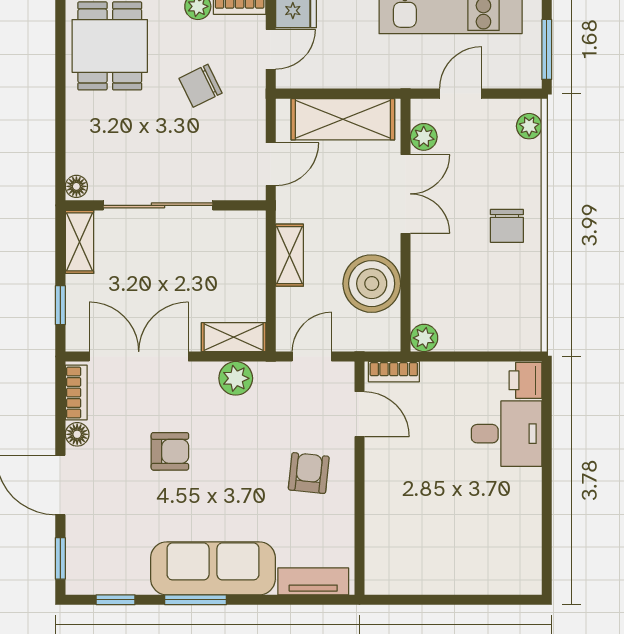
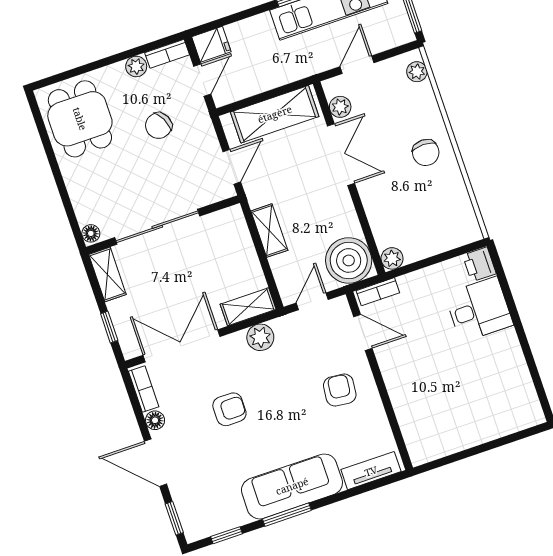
boiler: (372, 284) -> (349, 260), moved

